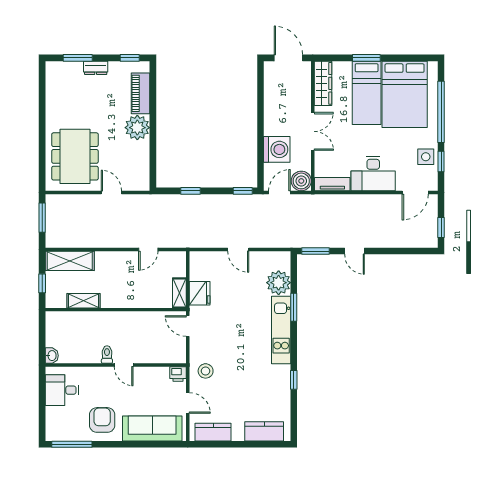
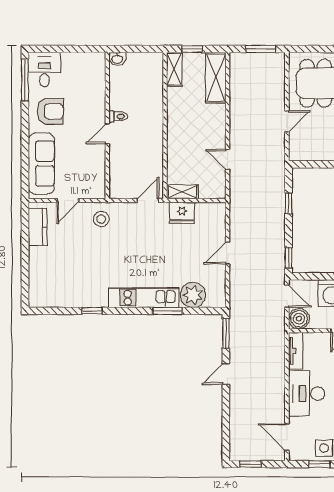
shelving: (84, 301) -> (174, 69), moved
printer: (178, 374) -> (98, 190), removed
desk: (62, 390) -> (44, 70), moved
kitchen counter: (264, 431) -> (38, 280), removed

